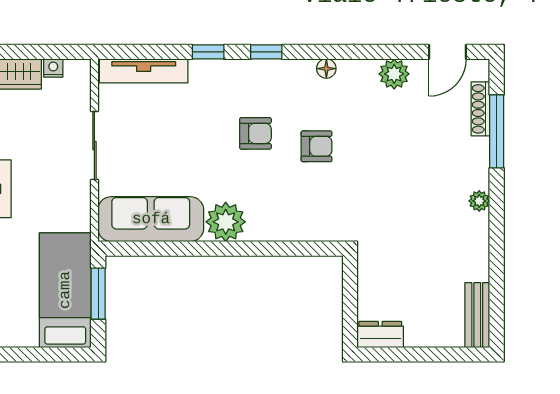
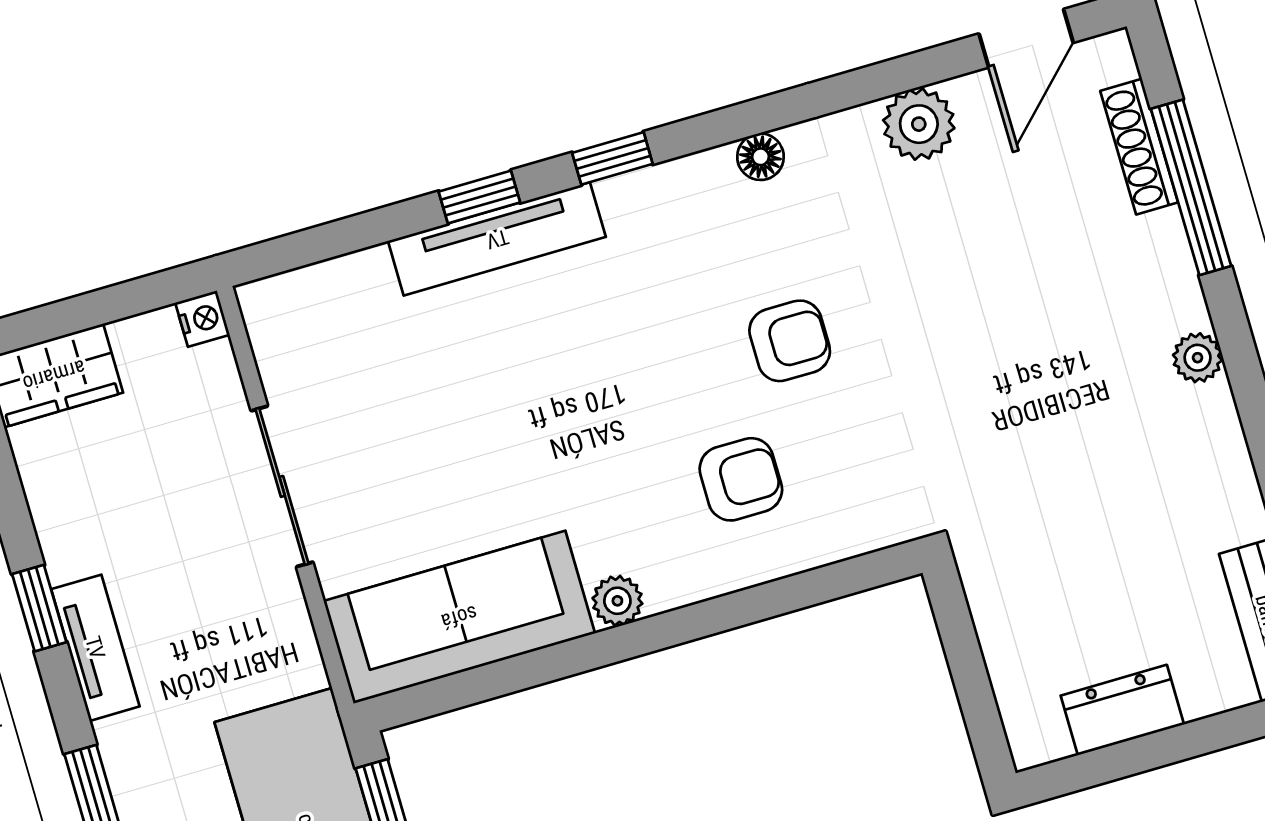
nightstand: (53, 68) -> (202, 319), moved, turned 90
tv unit: (144, 71) -> (497, 239), moved
armchair: (255, 133) -> (741, 479), moved
plant: (226, 222) -> (617, 601), width x0.53, depth x0.53
dresser: (380, 334) -> (1122, 710), moved

